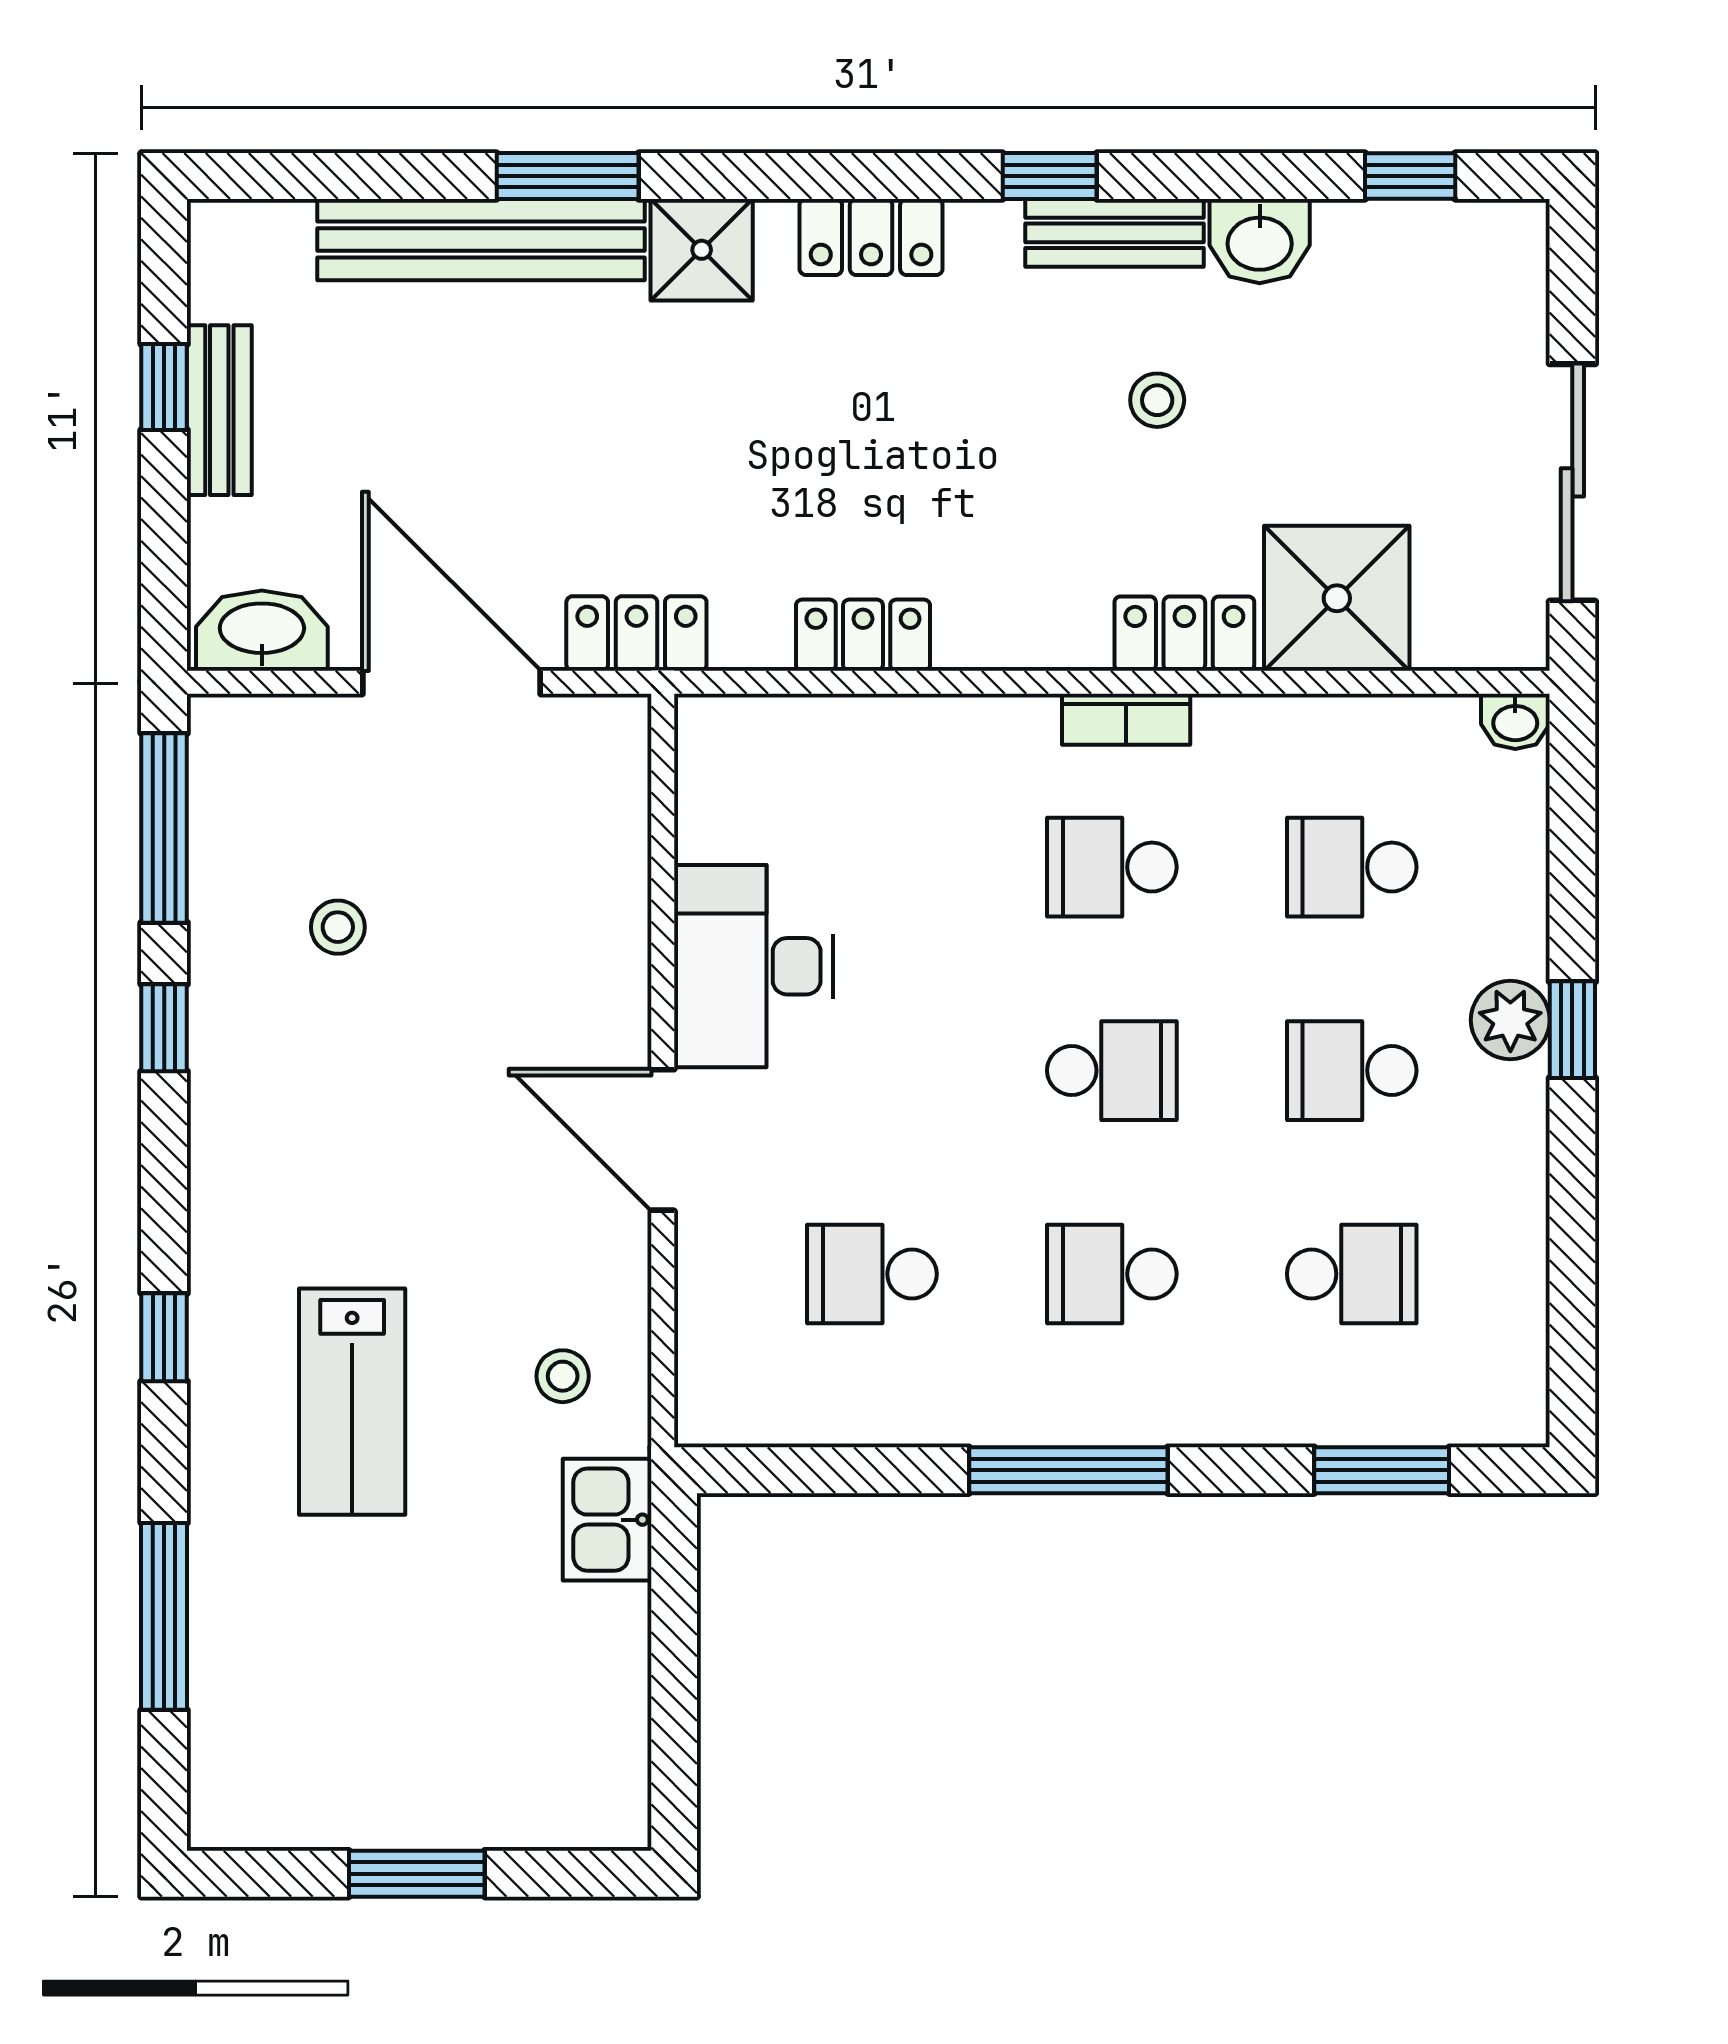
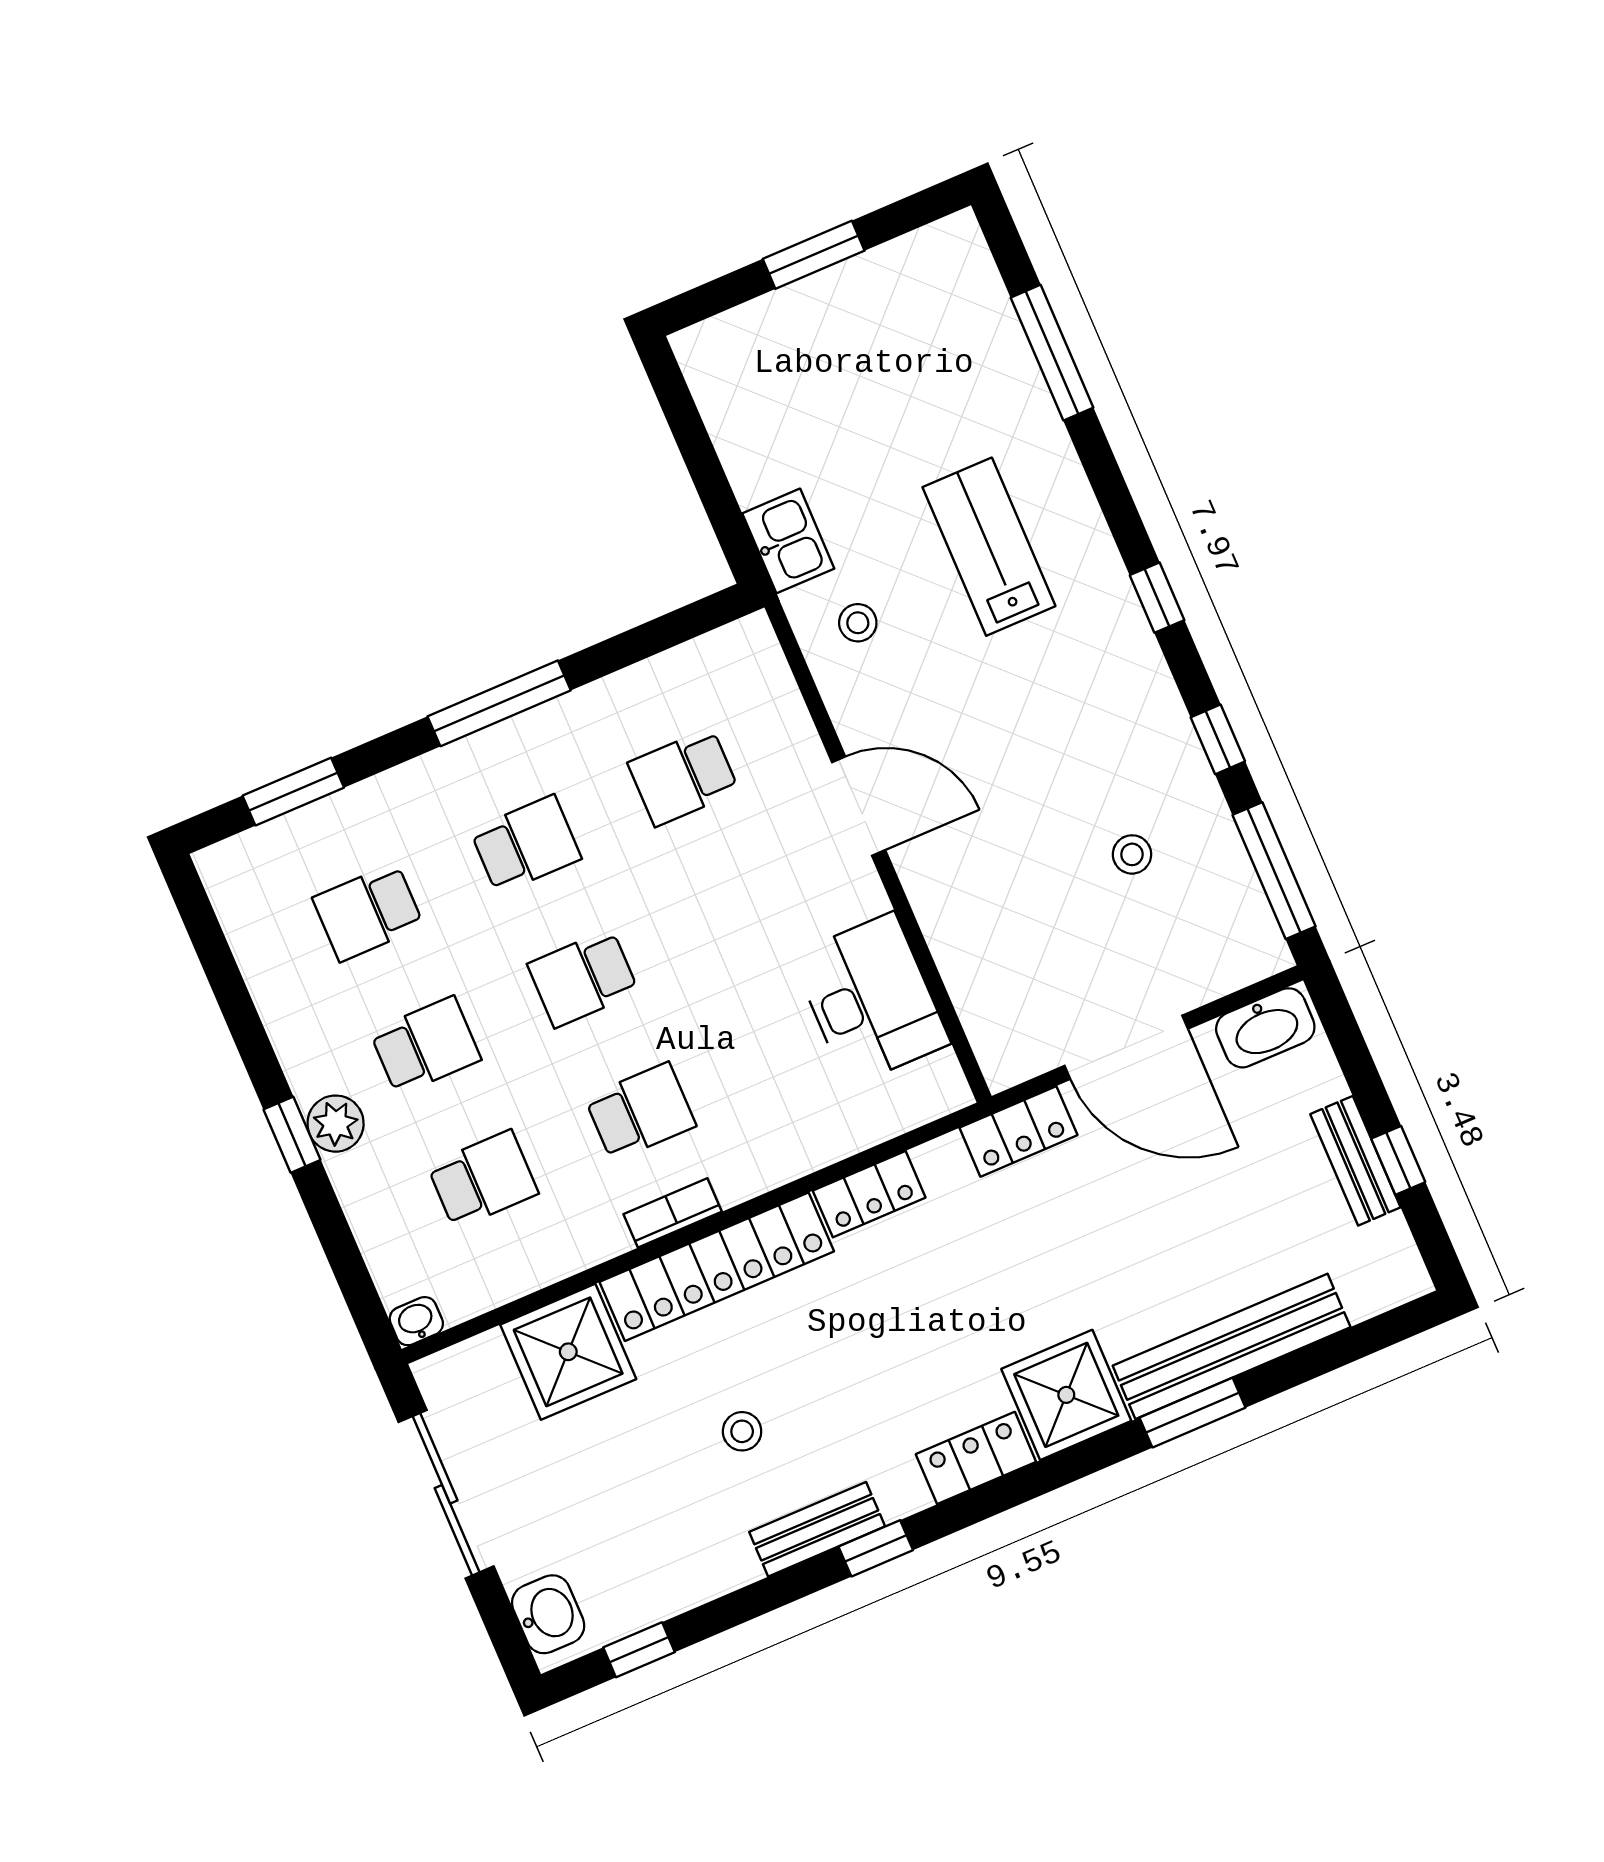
washbasin: (1260, 241) -> (548, 1614), moved, turned 90
shower: (702, 250) -> (1066, 1395), width x1.36, depth x1.36
locker: (1184, 634) -> (717, 1267), width x2.16, depth x1.21
desk: (754, 966) -> (871, 999), moved
school desk: (872, 1274) -> (683, 777), turned 180
window: (164, 1337) -> (1157, 598), moved

